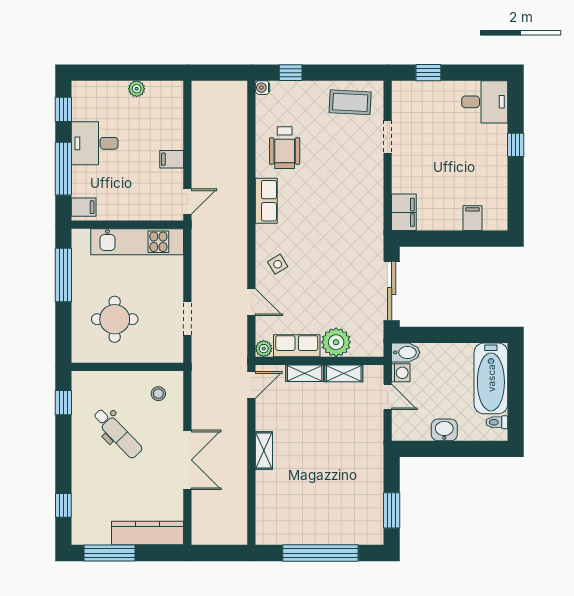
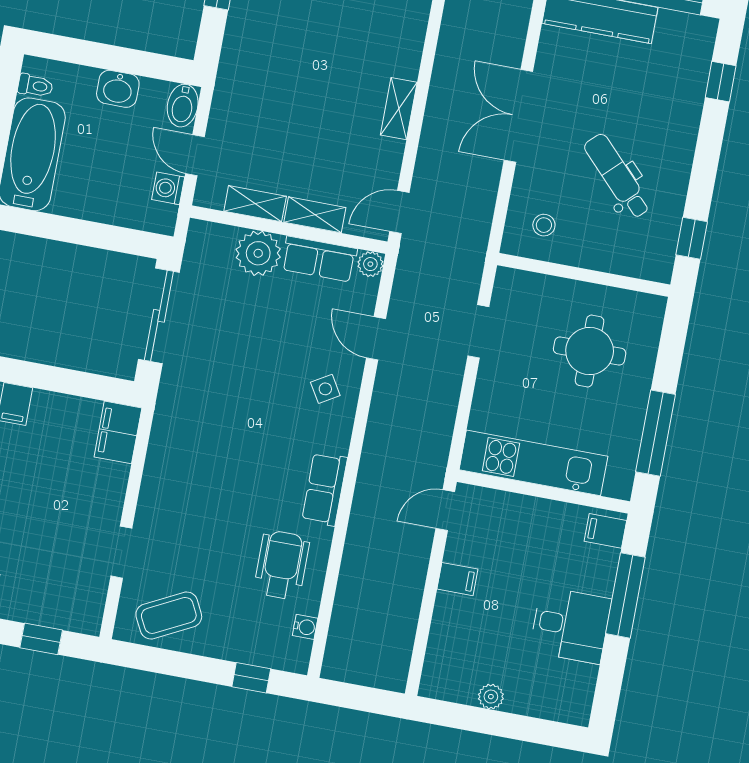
water cooler: (262, 88) -> (305, 627), moved
coffee table: (350, 102) -> (169, 615), turned -30
window: (63, 109) -> (609, 686), removed
bidet: (406, 352) -> (183, 106), moved, turned -90

